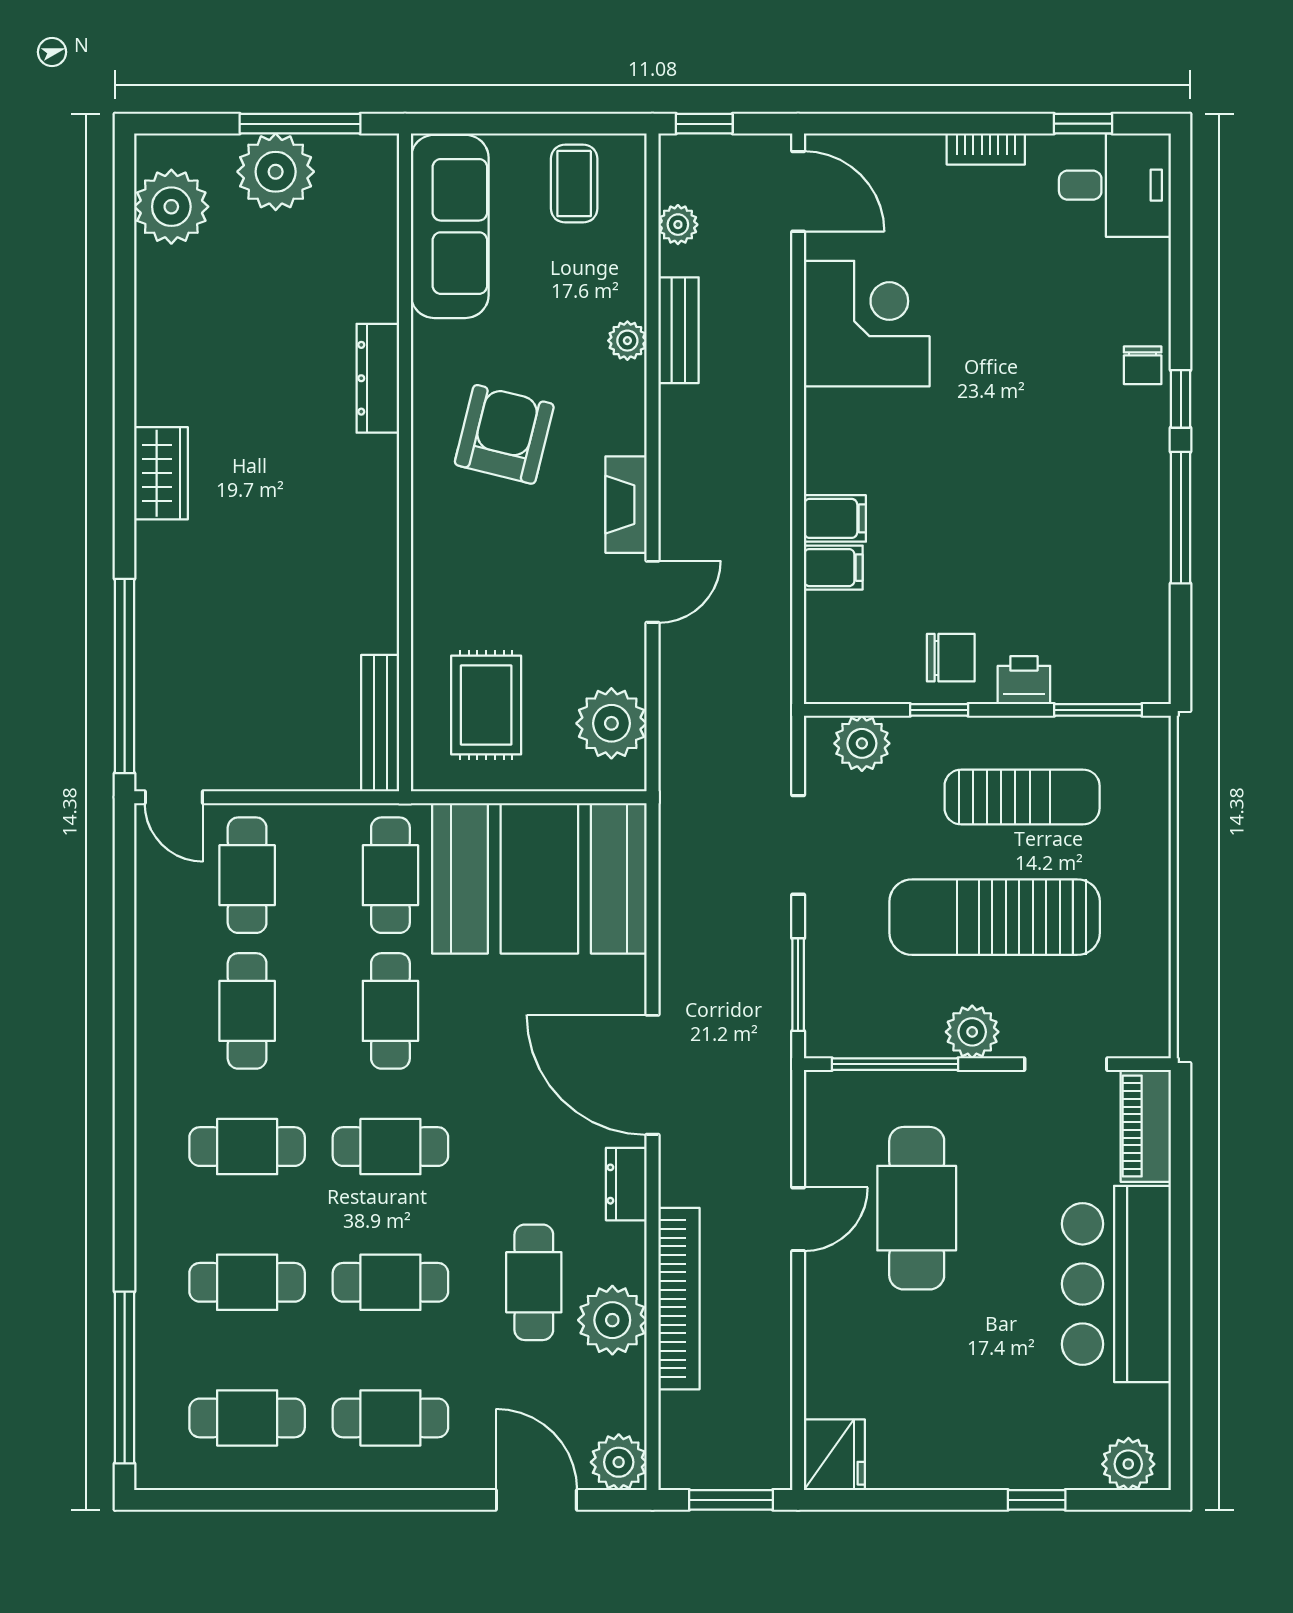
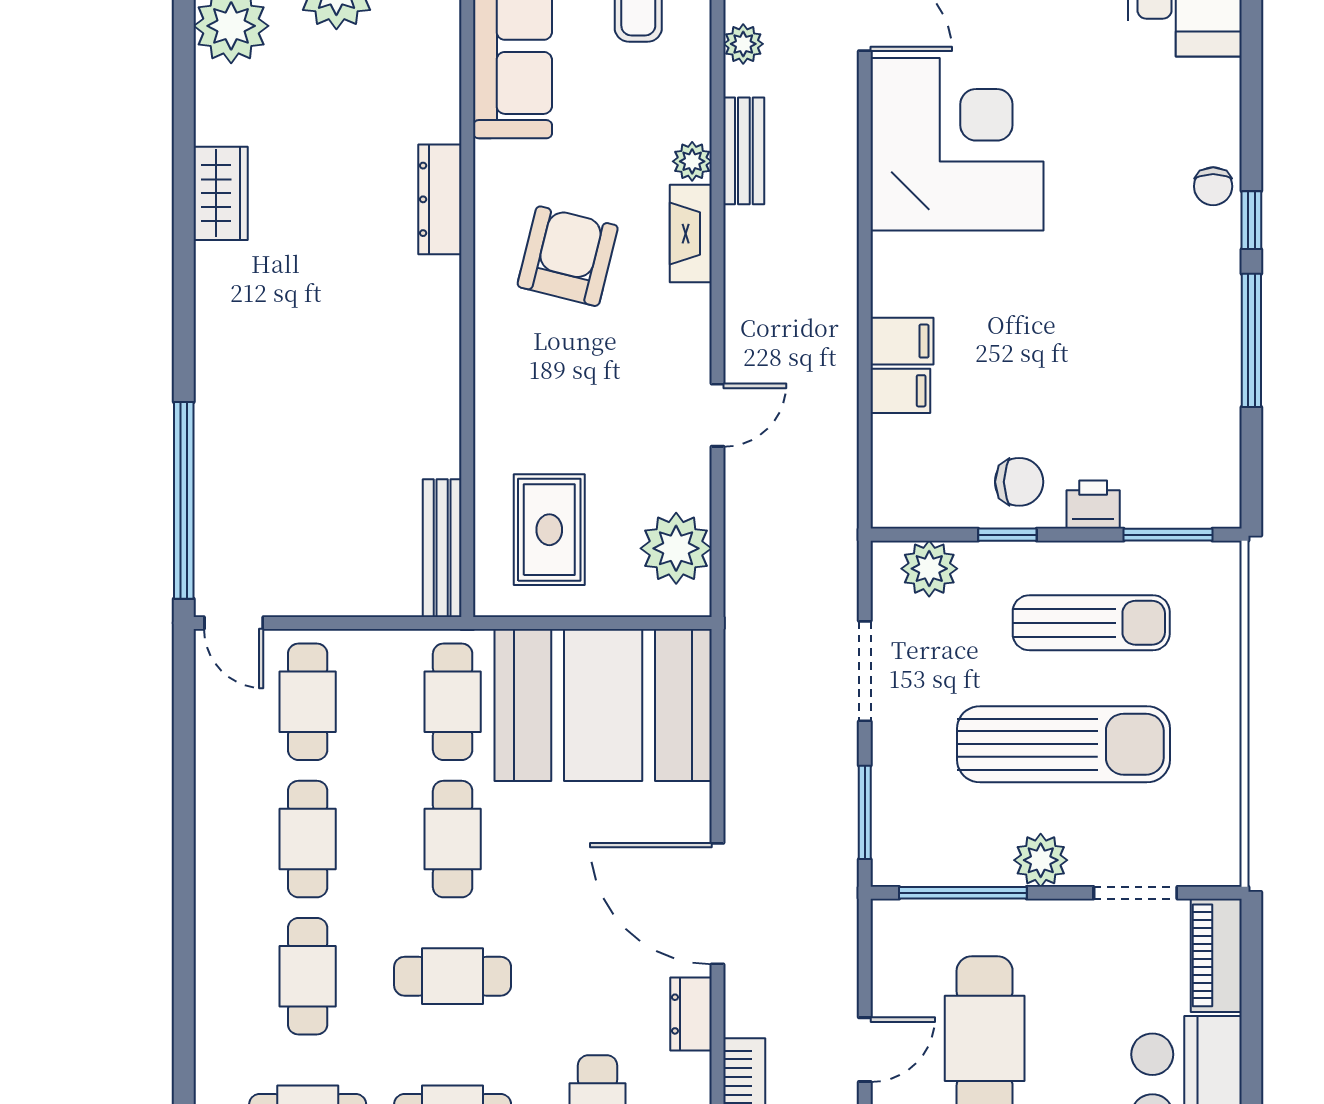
corner desk: (867, 324) -> (957, 144), width x1.36, depth x1.36
wardrobe: (161, 473) -> (221, 193), moved
fireplace: (626, 505) -> (691, 234), moved
sun lounger: (995, 917) -> (1063, 744), turned 180
cafe table: (247, 1147) -> (308, 976), turned 90

